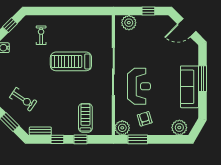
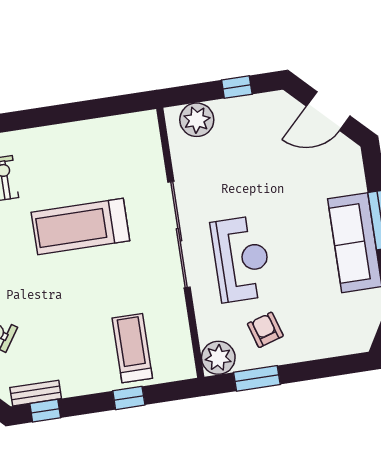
plant: (179, 127) -> (346, 337), removed
window: (57, 139) -> (45, 411), moved

